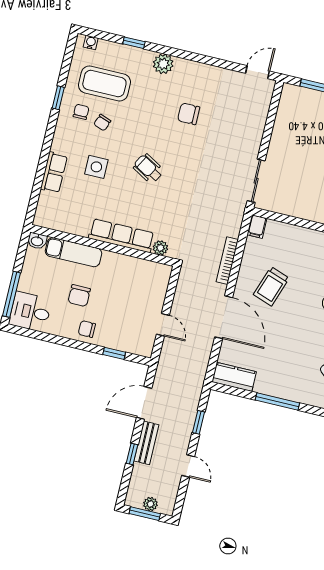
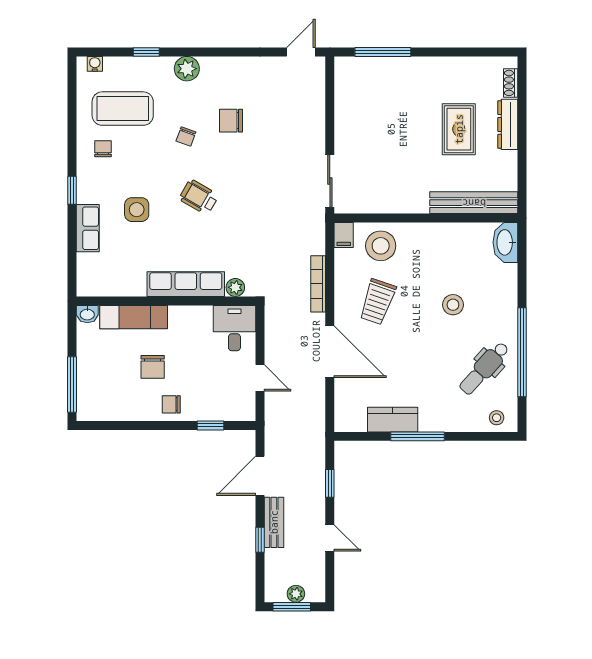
window: (58, 98) -> (72, 190), moved
chair: (102, 123) -> (186, 136), moved
stool: (284, 242) -> (381, 246), added
desk: (30, 312) -> (234, 328), moved, turned 90
kitchen counter: (234, 377) -> (393, 420), moved

